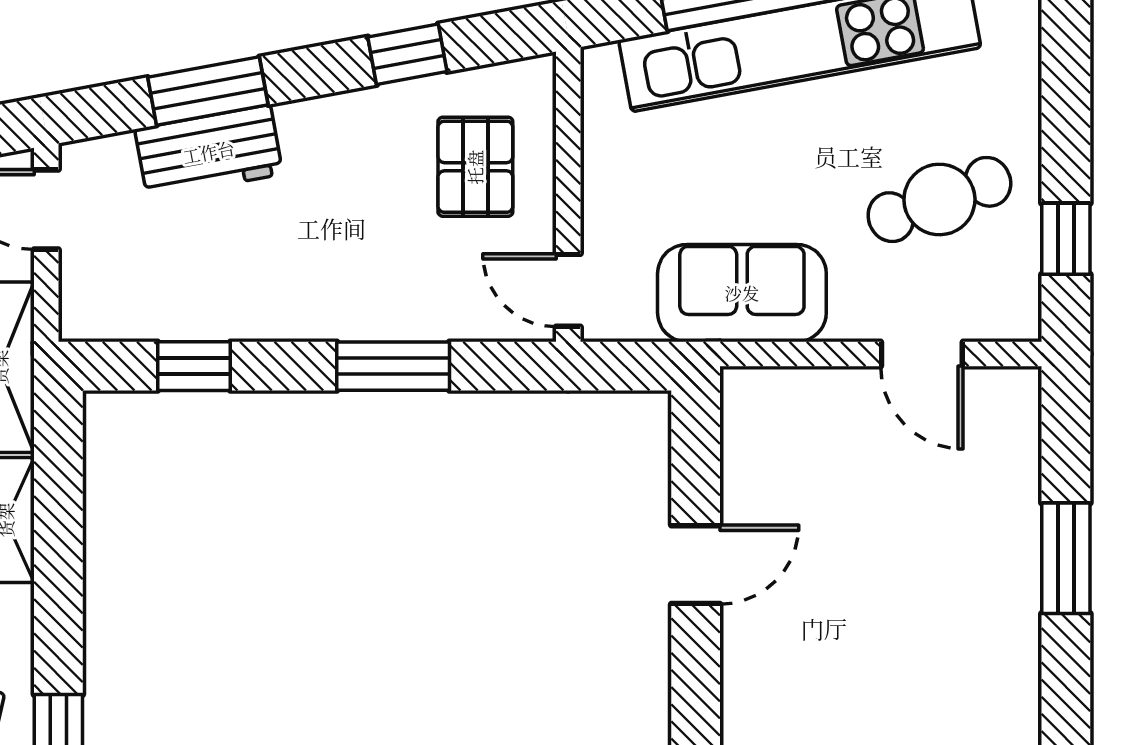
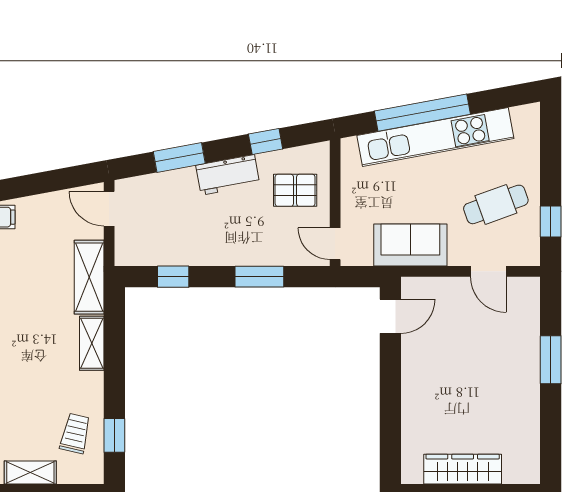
workbench: (209, 152) -> (228, 175), moved
pallet: (475, 167) -> (295, 190), turned 90
door: (696, 565) -> (390, 316), moved

